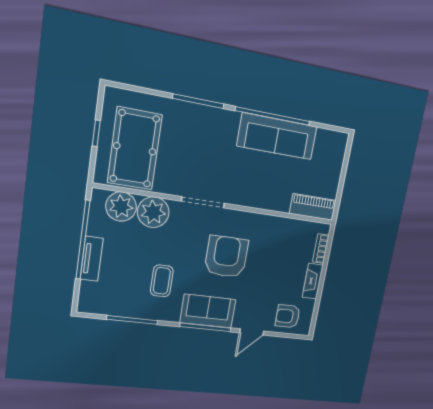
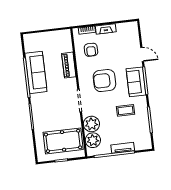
piano: (313, 207) -> (69, 65), moved
armchair: (288, 316) -> (91, 50), moved

